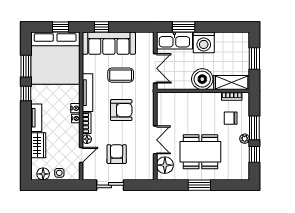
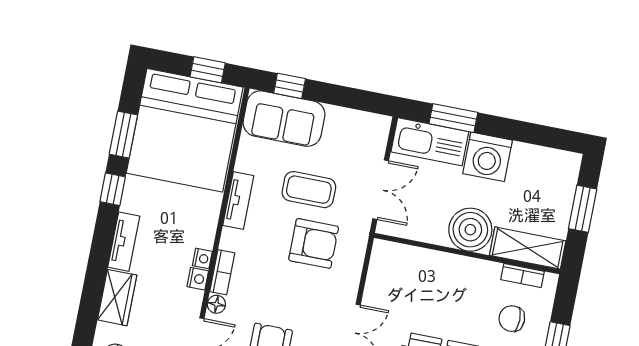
sofa: (109, 43) -> (284, 119), width x0.73
tv unit: (88, 93) -> (238, 201), width x0.71
nightstand: (75, 108) -> (198, 279), moved
armchair: (121, 110) -> (314, 243), moved

